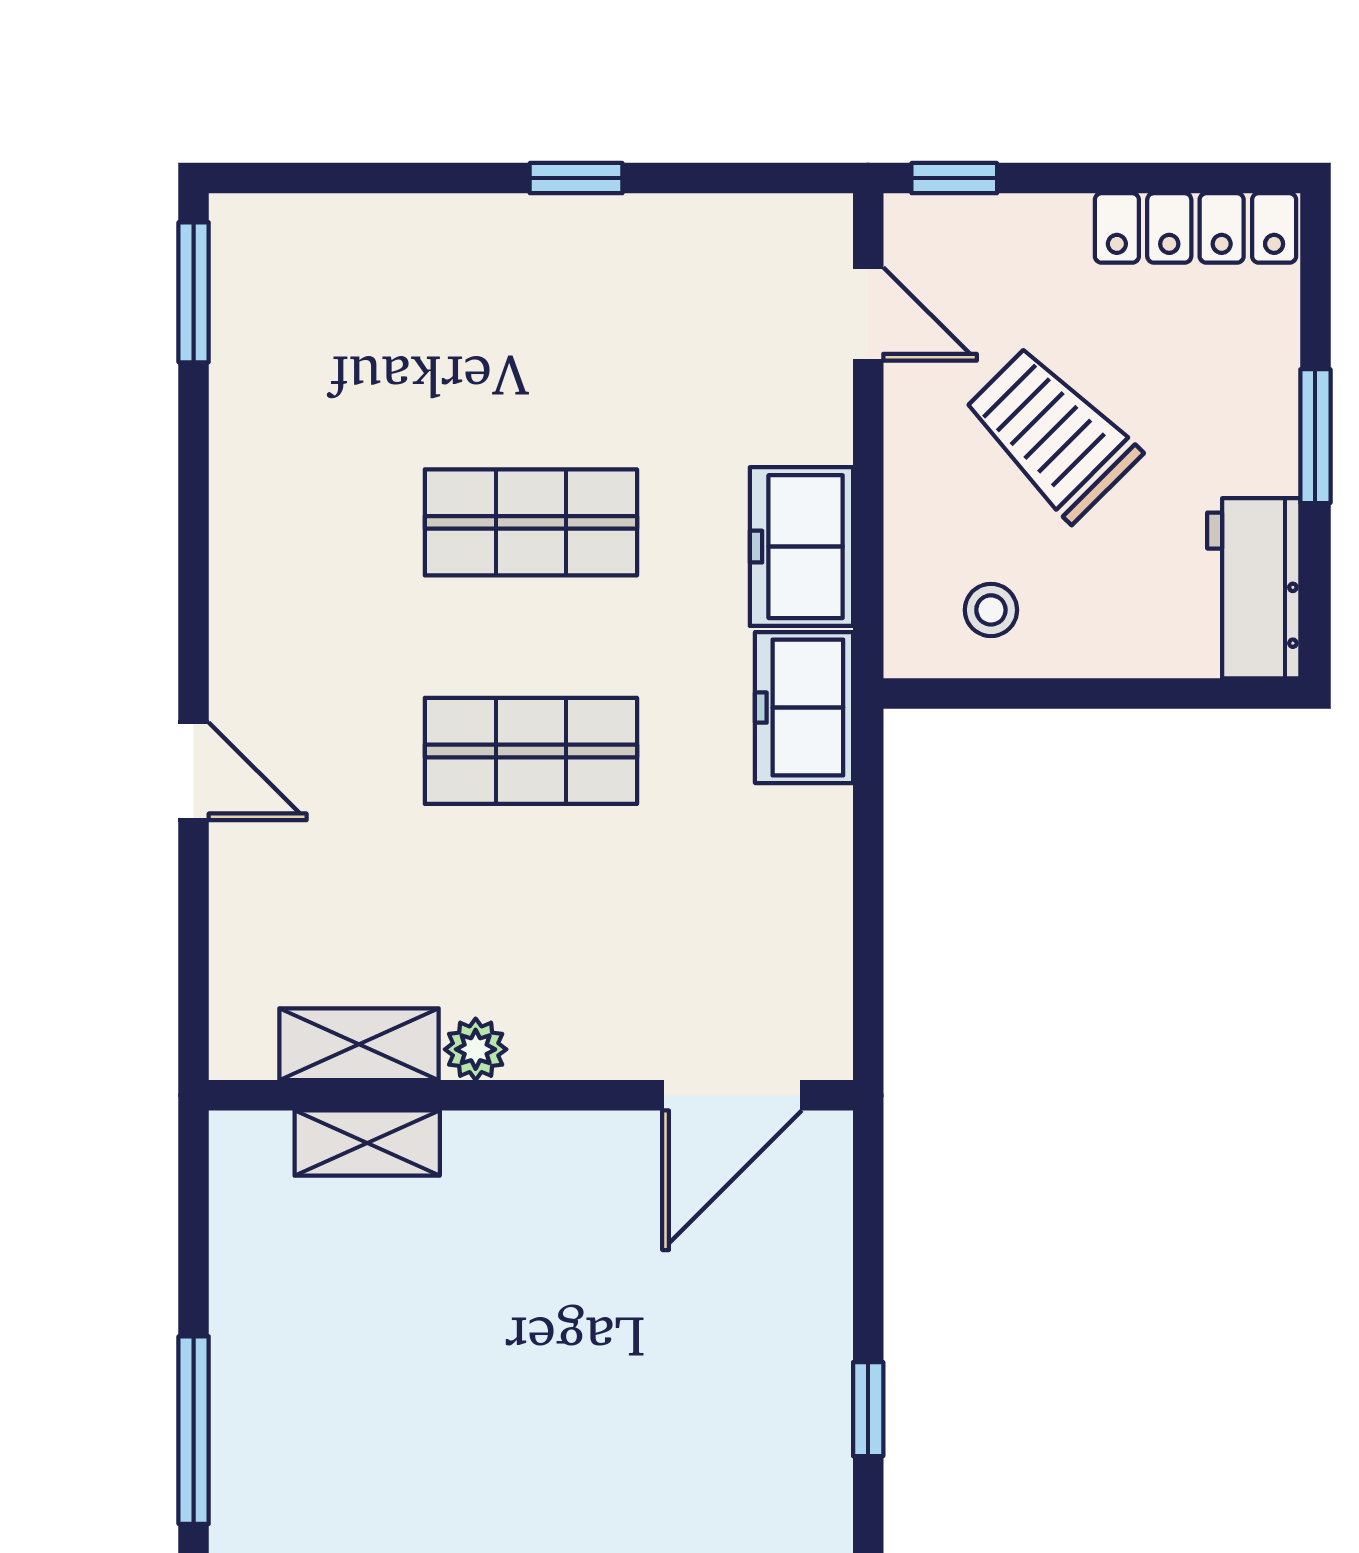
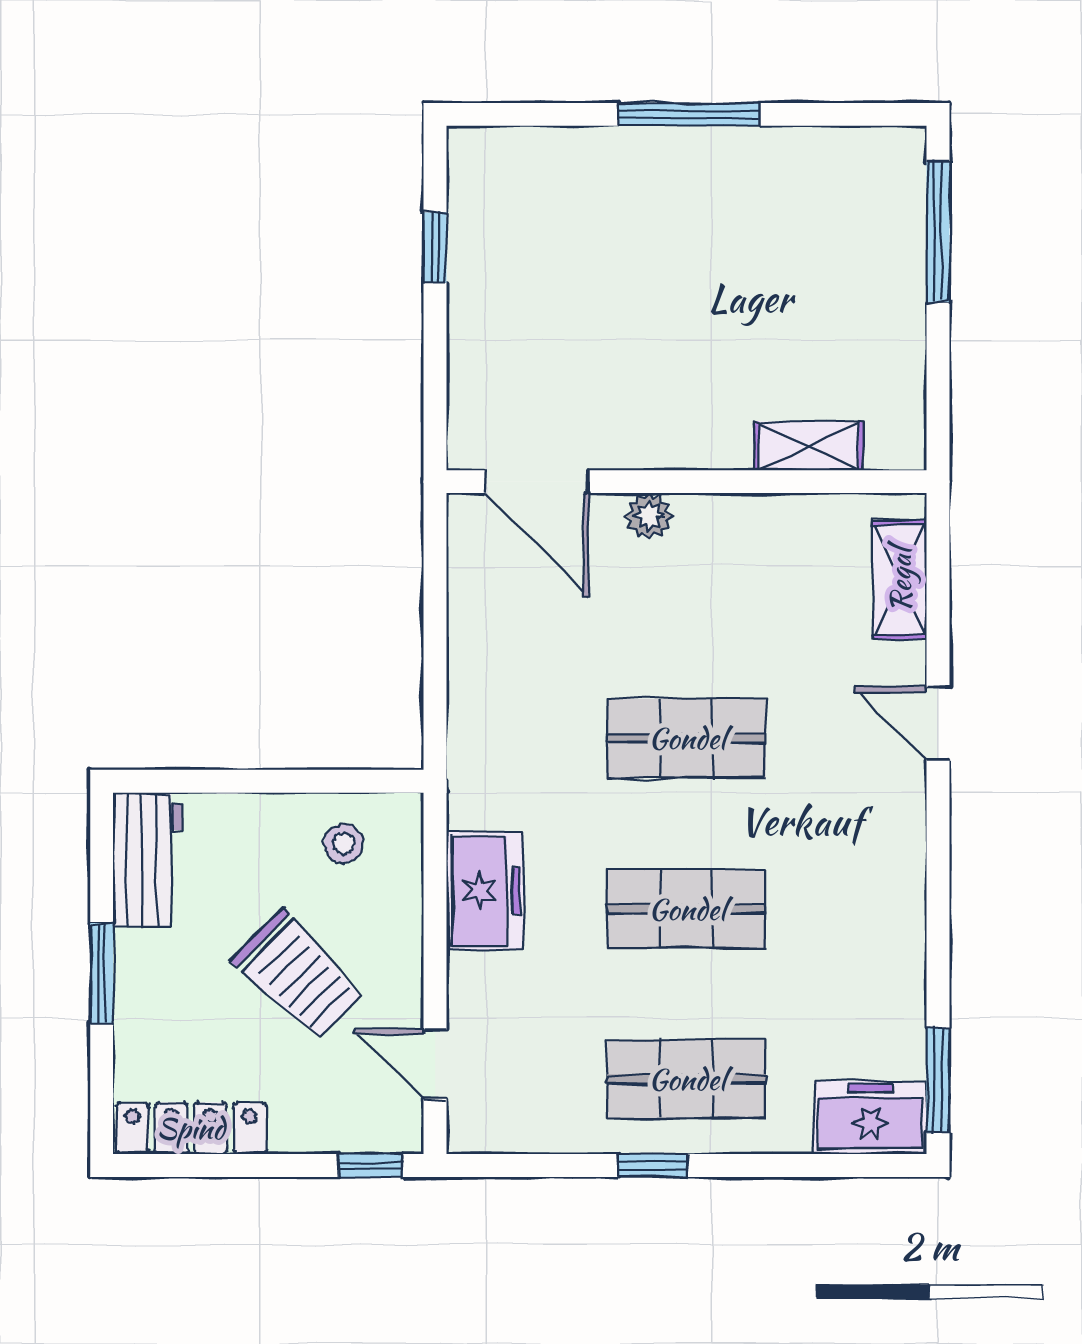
shop shelf: (531, 294) -> (687, 1079), added
freezer: (804, 708) -> (870, 1118), moved, turned -90
shelving: (359, 1044) -> (900, 580), moved, turned 90
plant: (476, 1049) -> (649, 516), moved
door: (732, 1095) -> (537, 482), swing flipped

